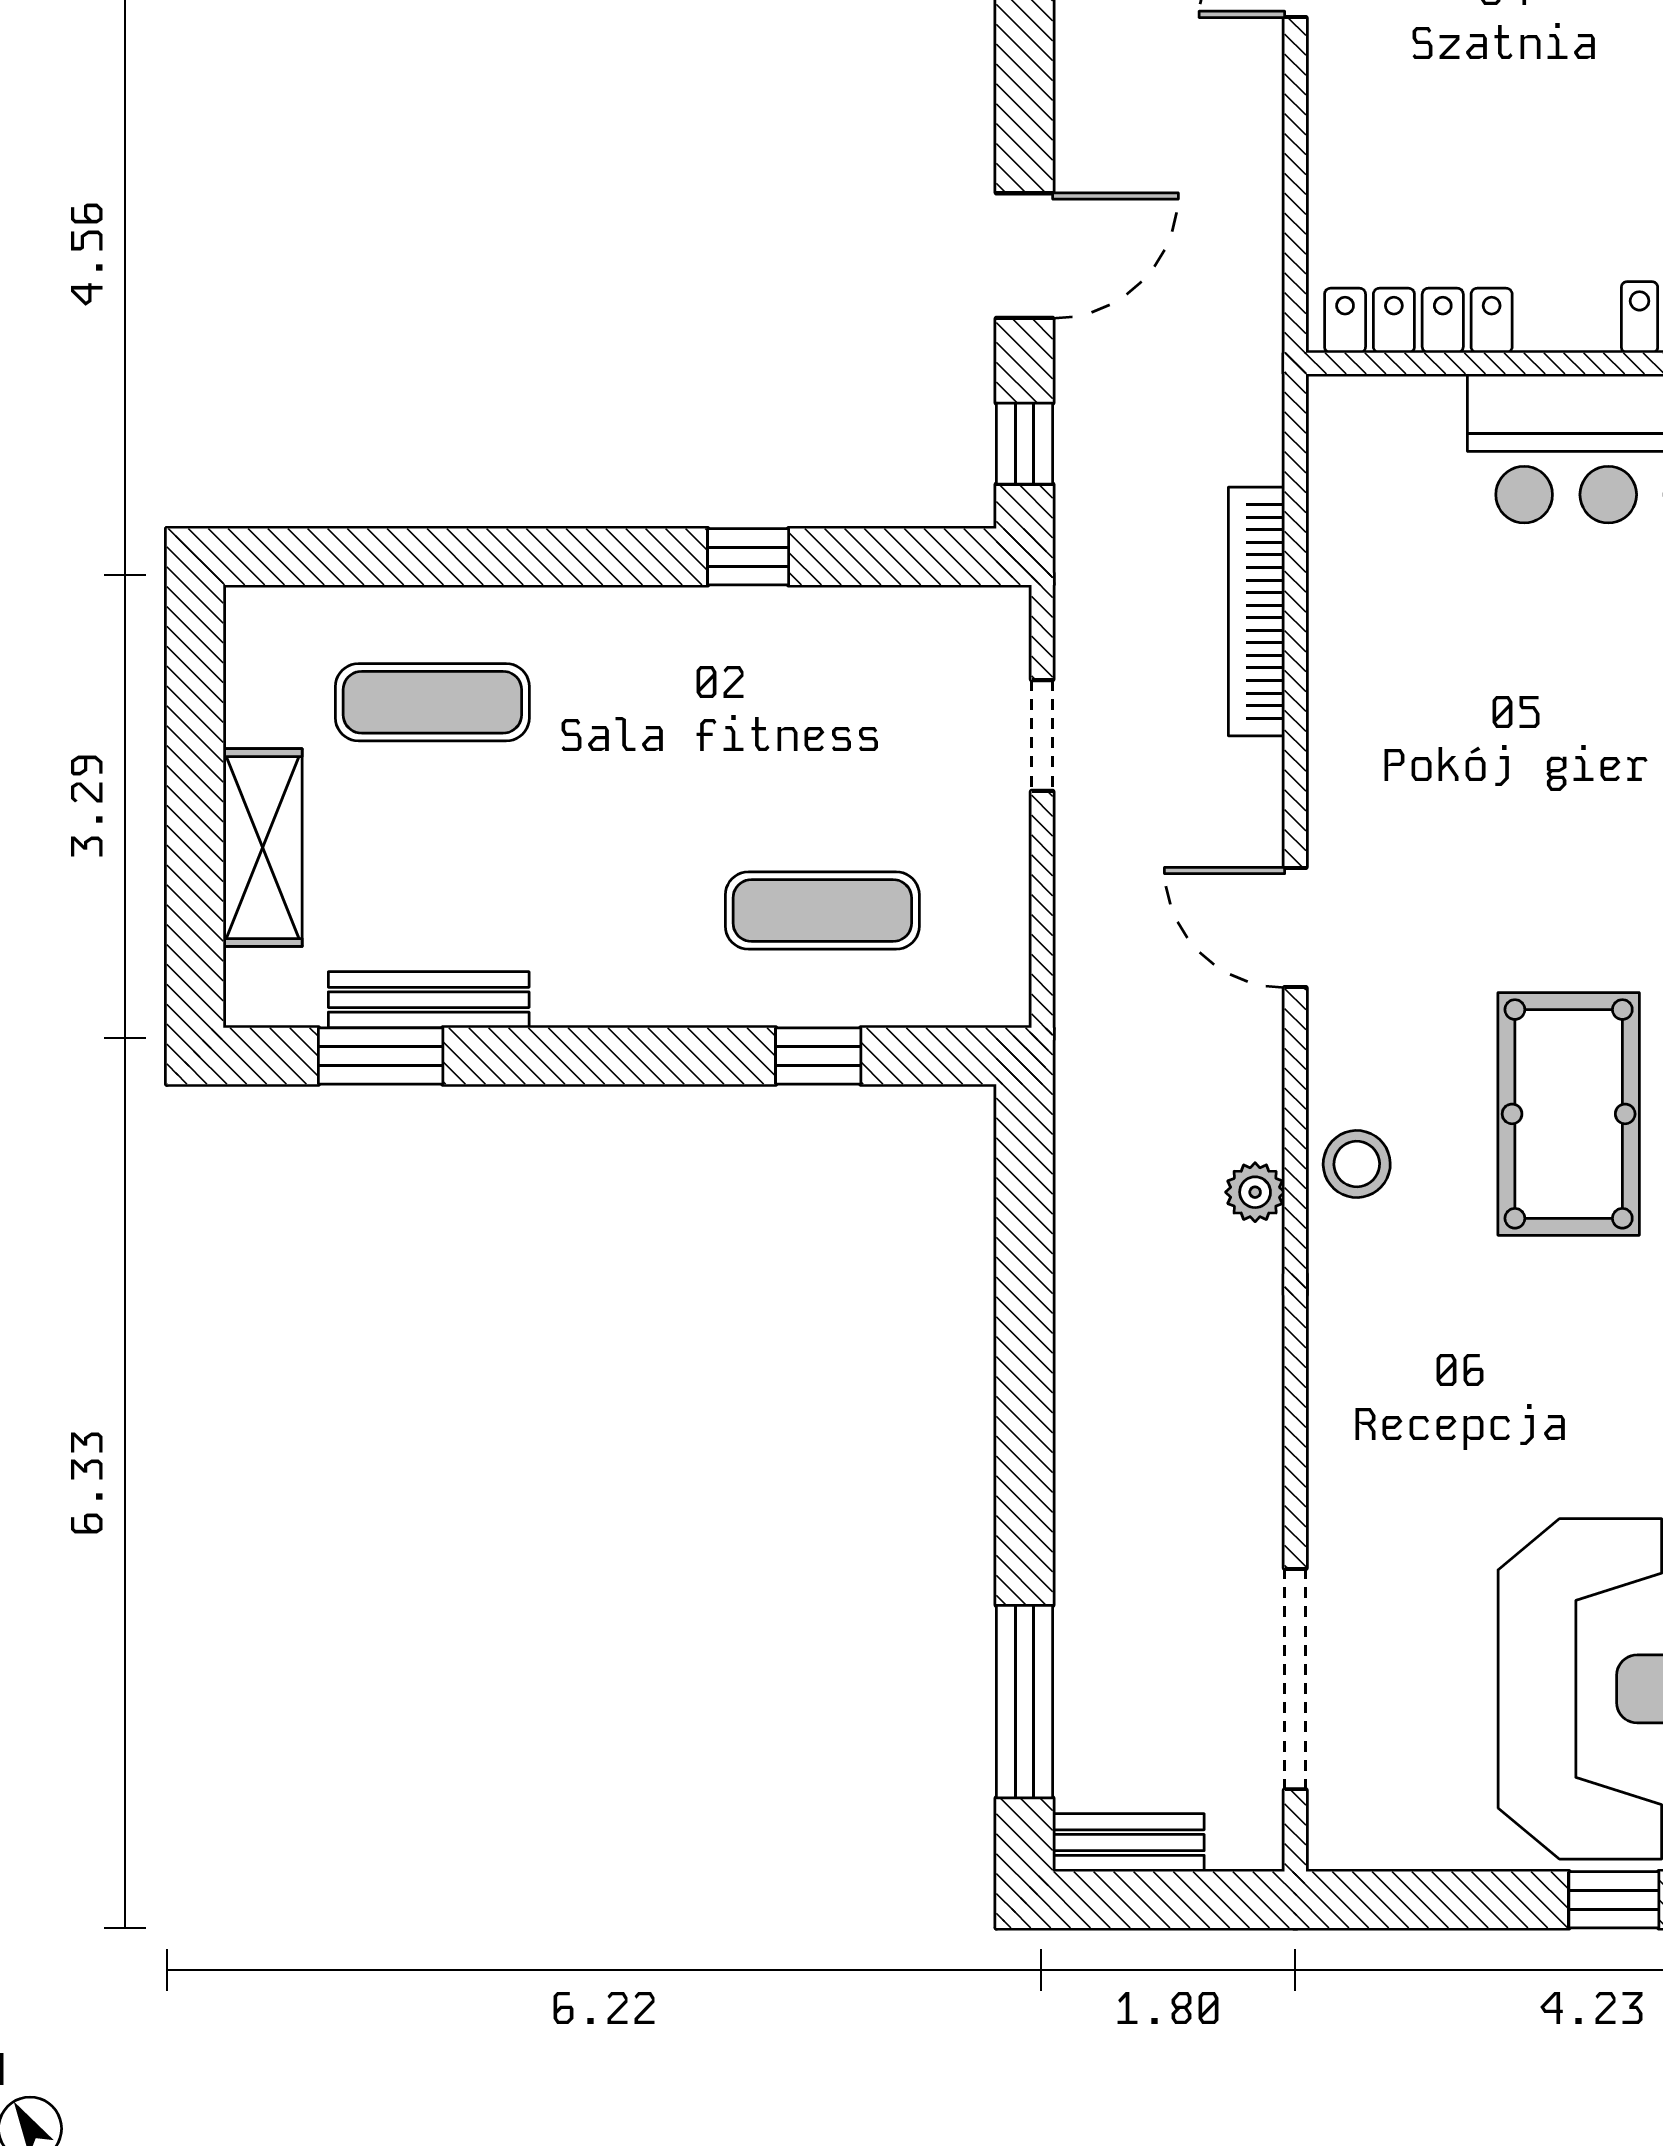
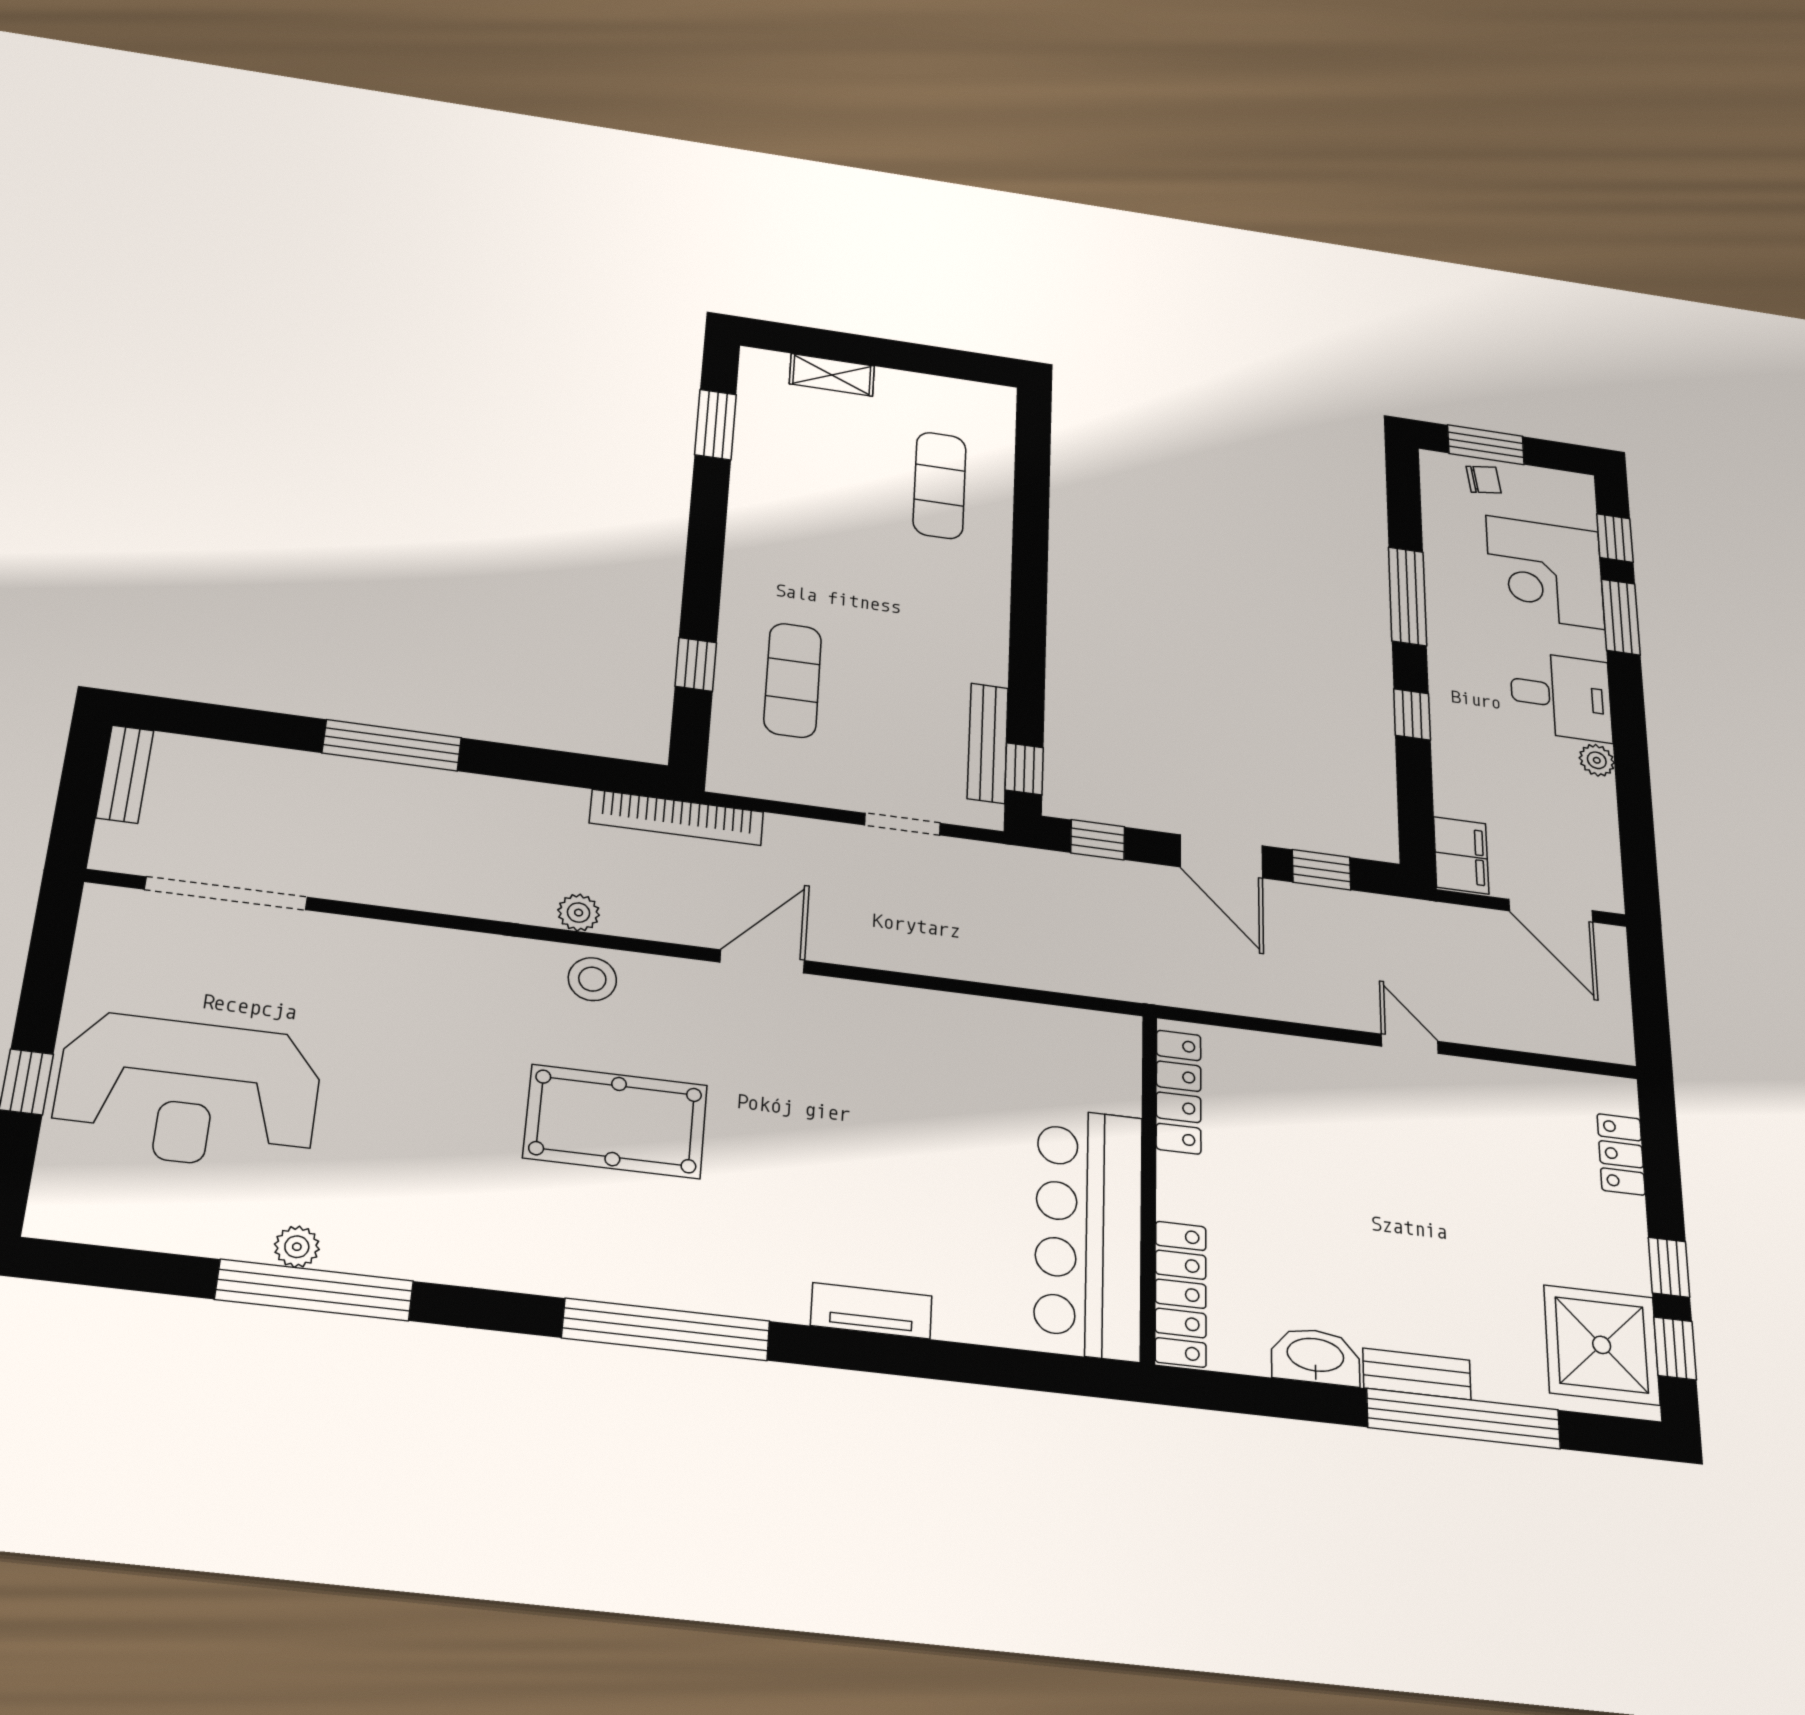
window: (1025, 102) -> (1321, 870), added
window: (748, 557) -> (1024, 769), moved
bookcase: (1256, 611) -> (677, 817), moved, turned 180
shelving: (263, 848) -> (832, 375), width x0.67, depth x0.75
bench: (429, 1000) -> (988, 743), moved
window: (1025, 1702) -> (392, 745), moved

